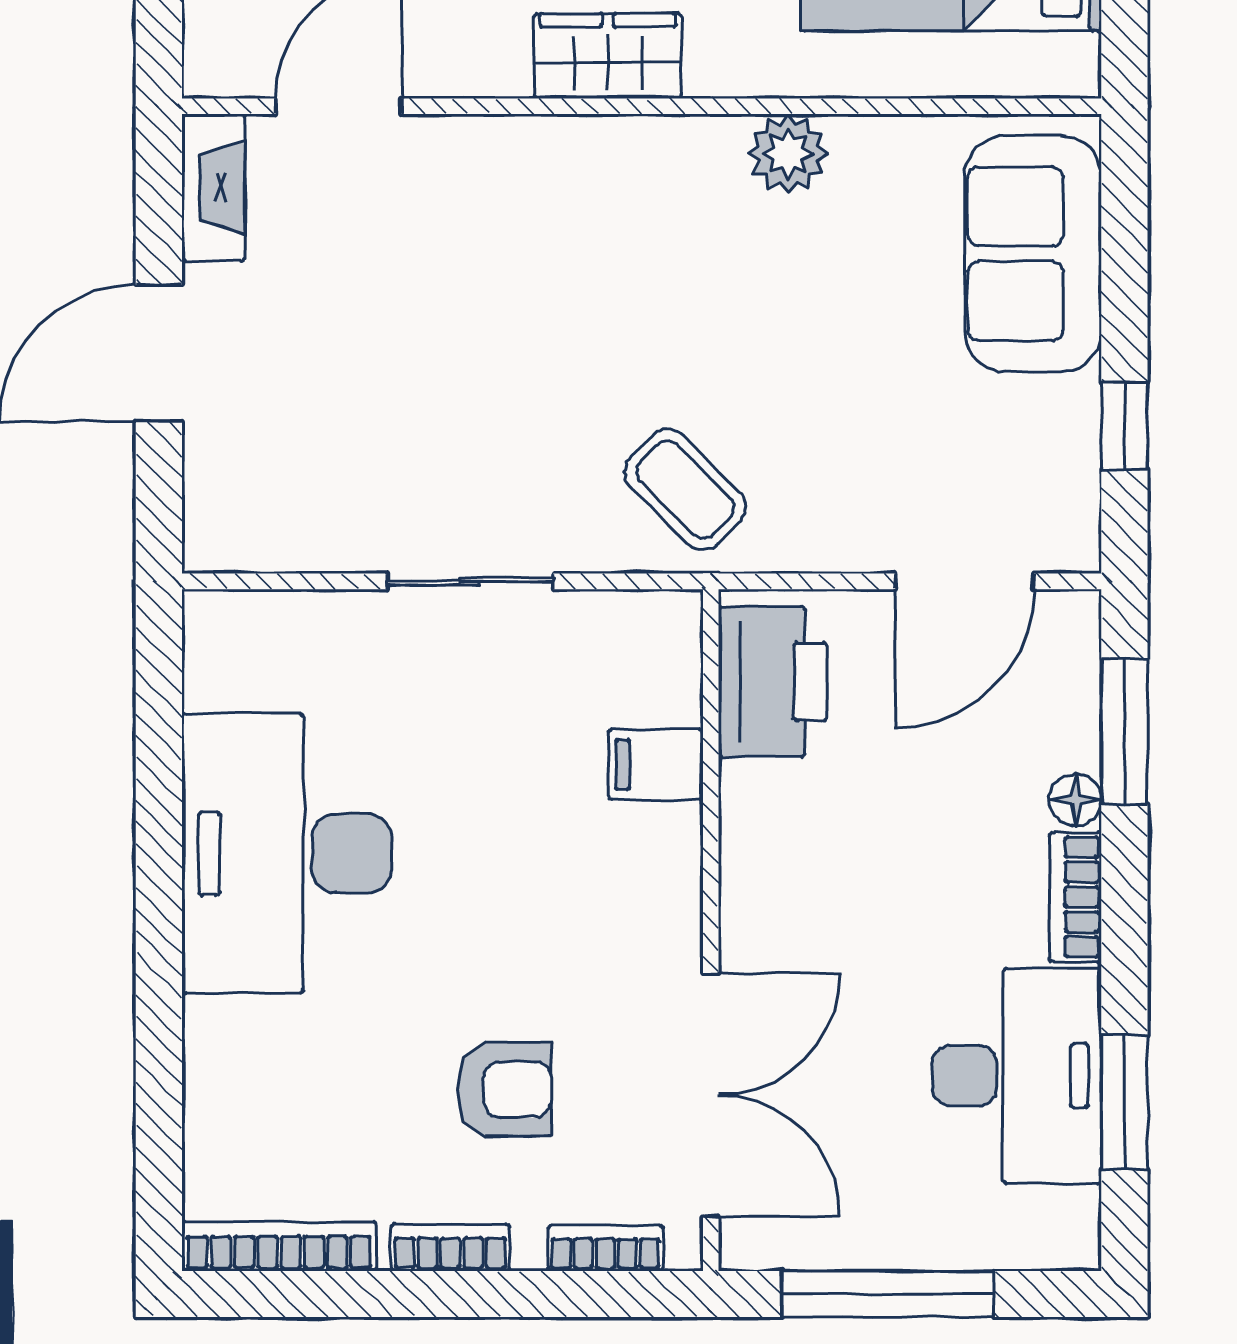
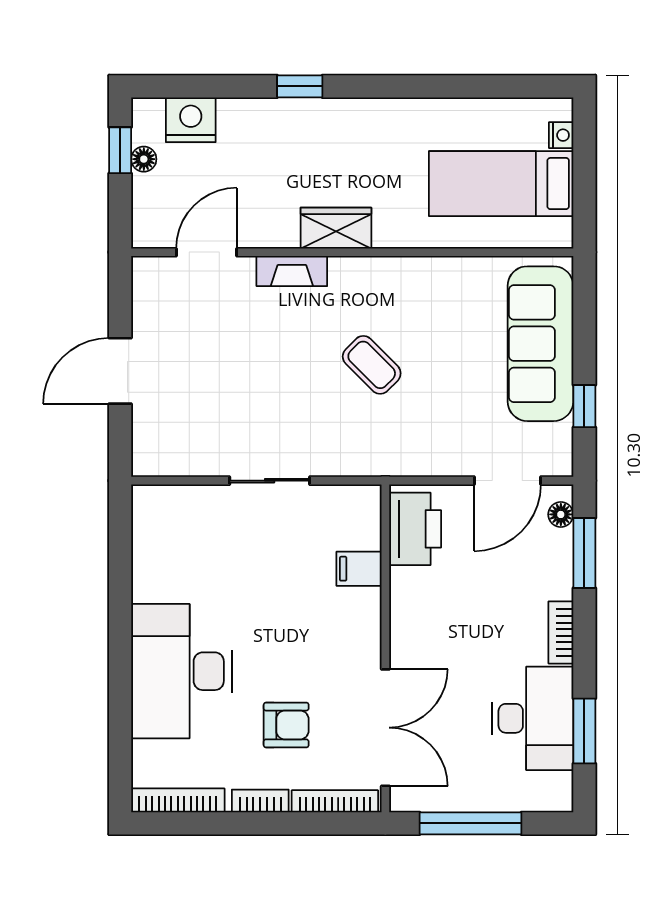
plant: (788, 154) -> (423, 275), removed
fireplace: (213, 188) -> (292, 271), moved, turned 90
sofa: (1033, 254) -> (540, 344), width x1.36
coffee table: (685, 489) -> (372, 365), moved
floor lamp: (1075, 800) -> (561, 514), moved
desk: (287, 853) -> (182, 671), moved
bookcase: (605, 1248) -> (335, 801), width x1.56

